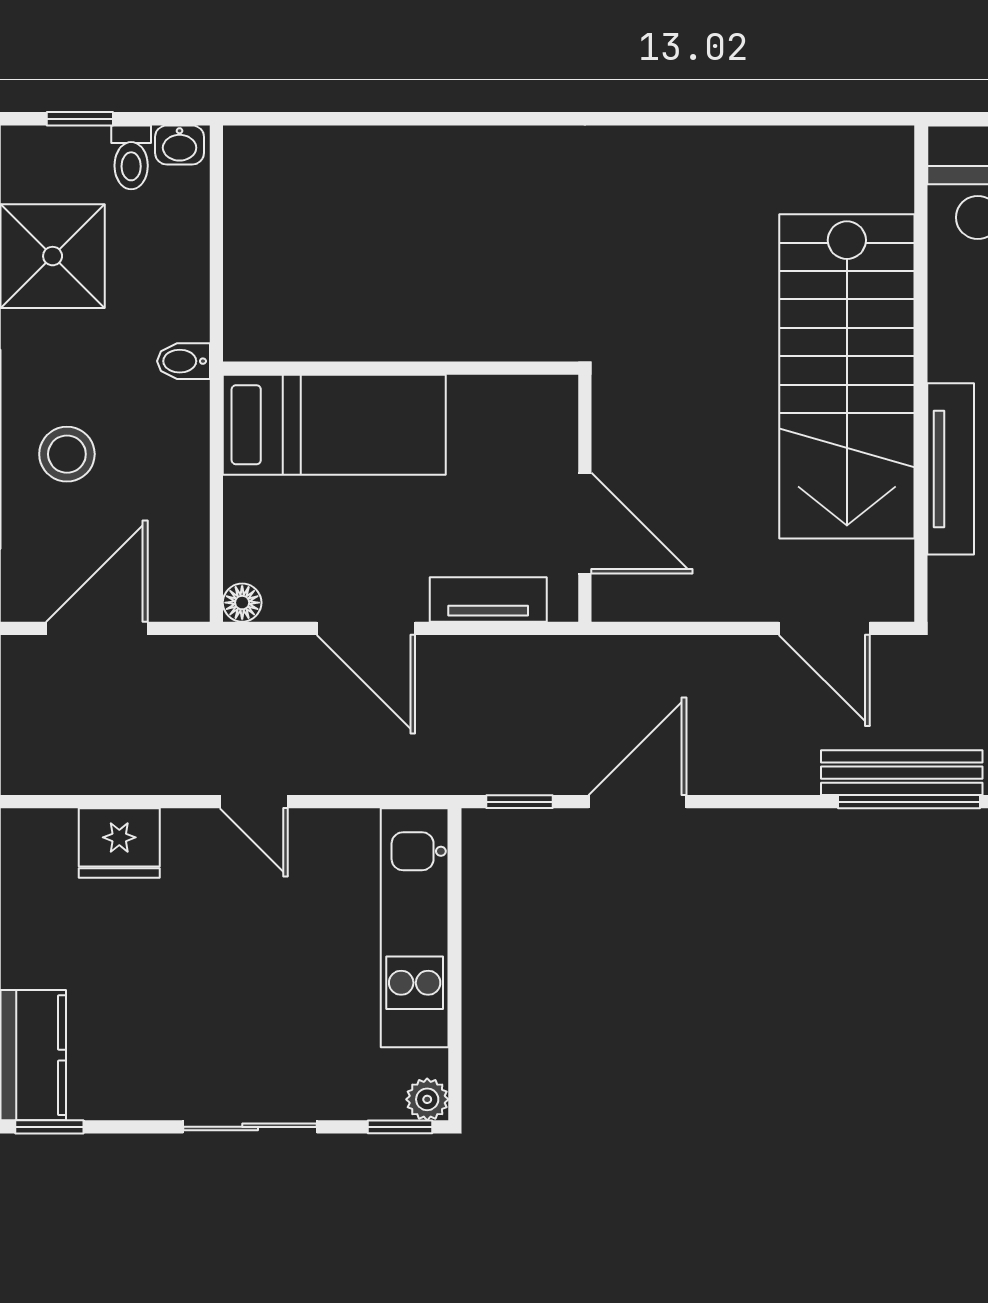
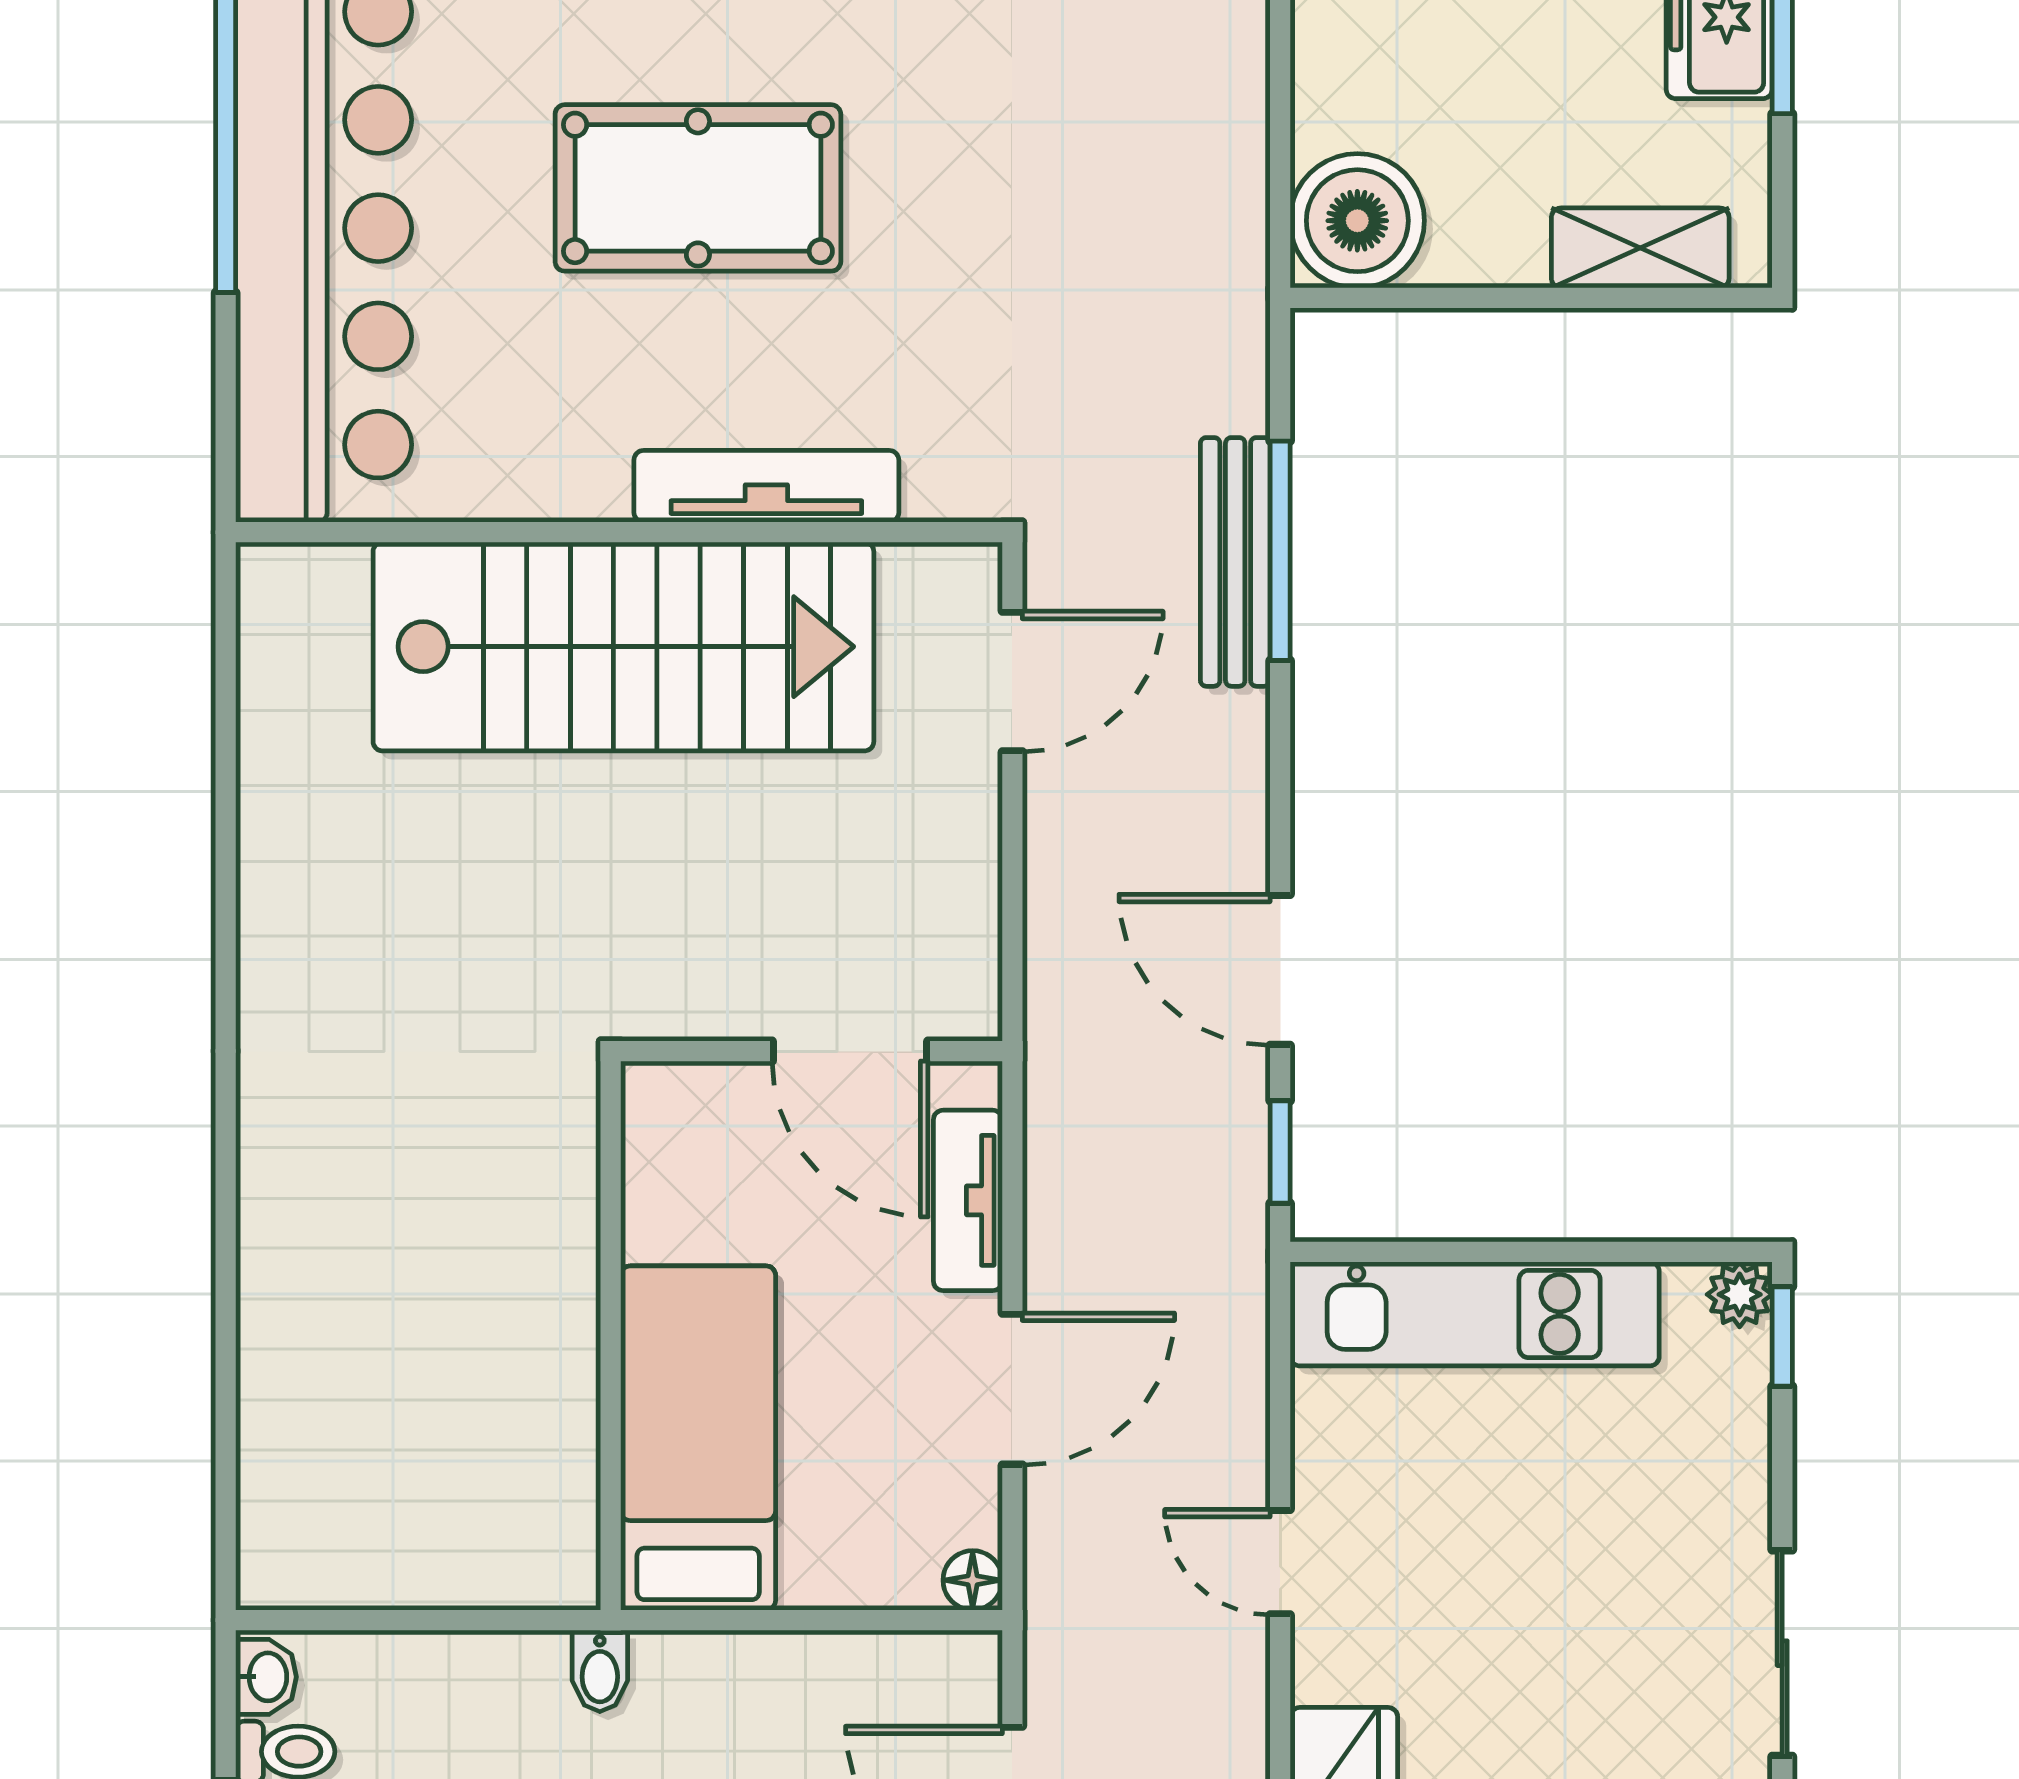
door: (585, 523) -> (850, 1051), swing flipped
door: (254, 802) -> (1280, 1562), swing flipped
sliding door: (250, 1127) -> (1782, 1653), moved

